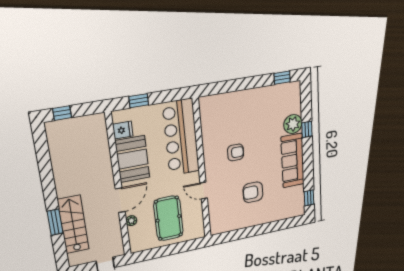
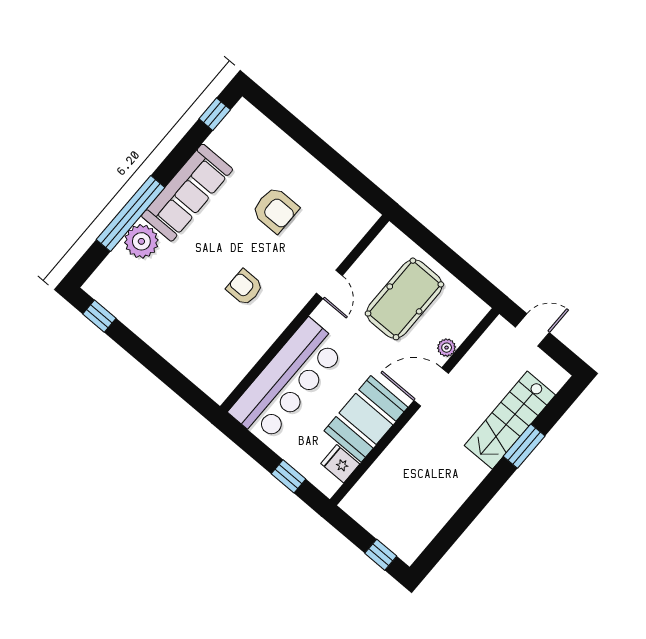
window: (307, 129) -> (131, 213), width x3.17

